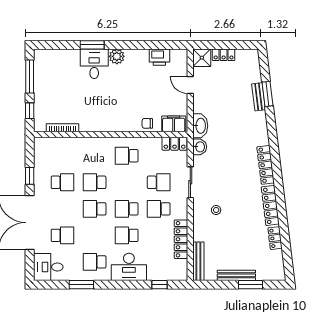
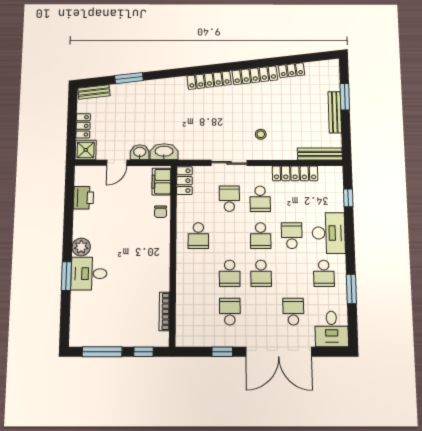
bench: (259, 97) -> (94, 92), moved
washbasin: (200, 147) -> (140, 152), moved
school desk: (127, 235) -> (292, 236), turned 180

